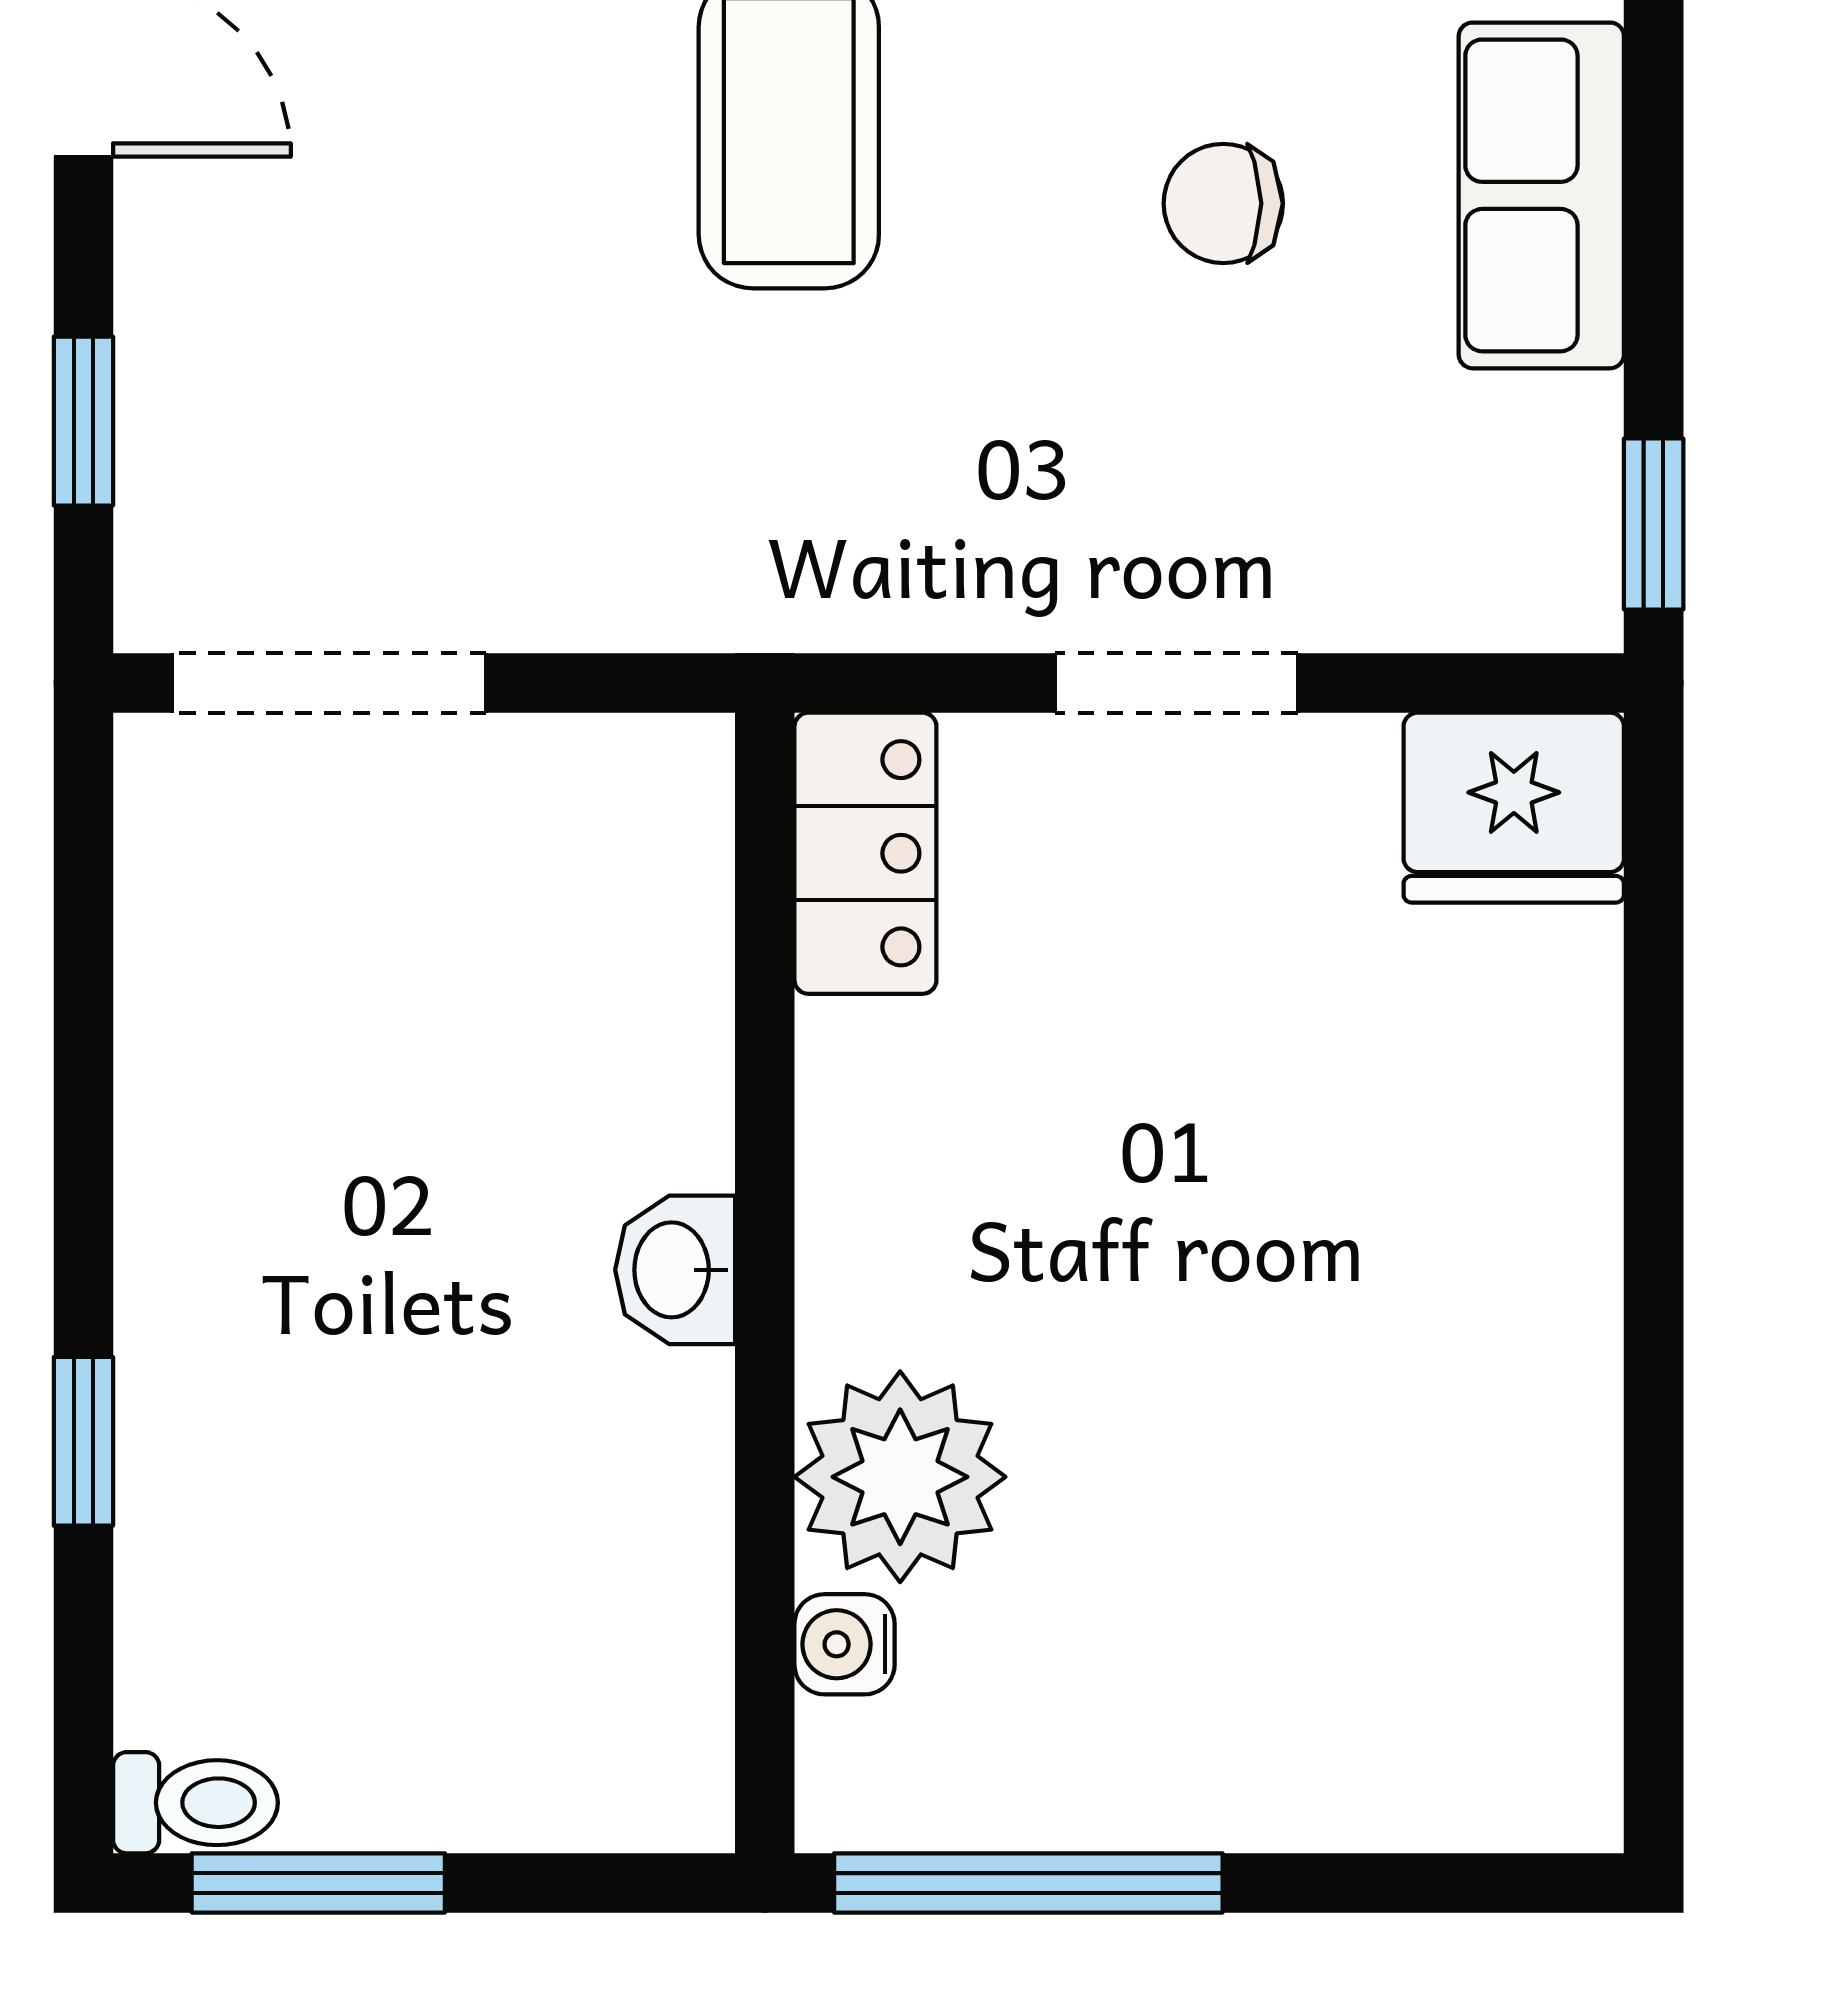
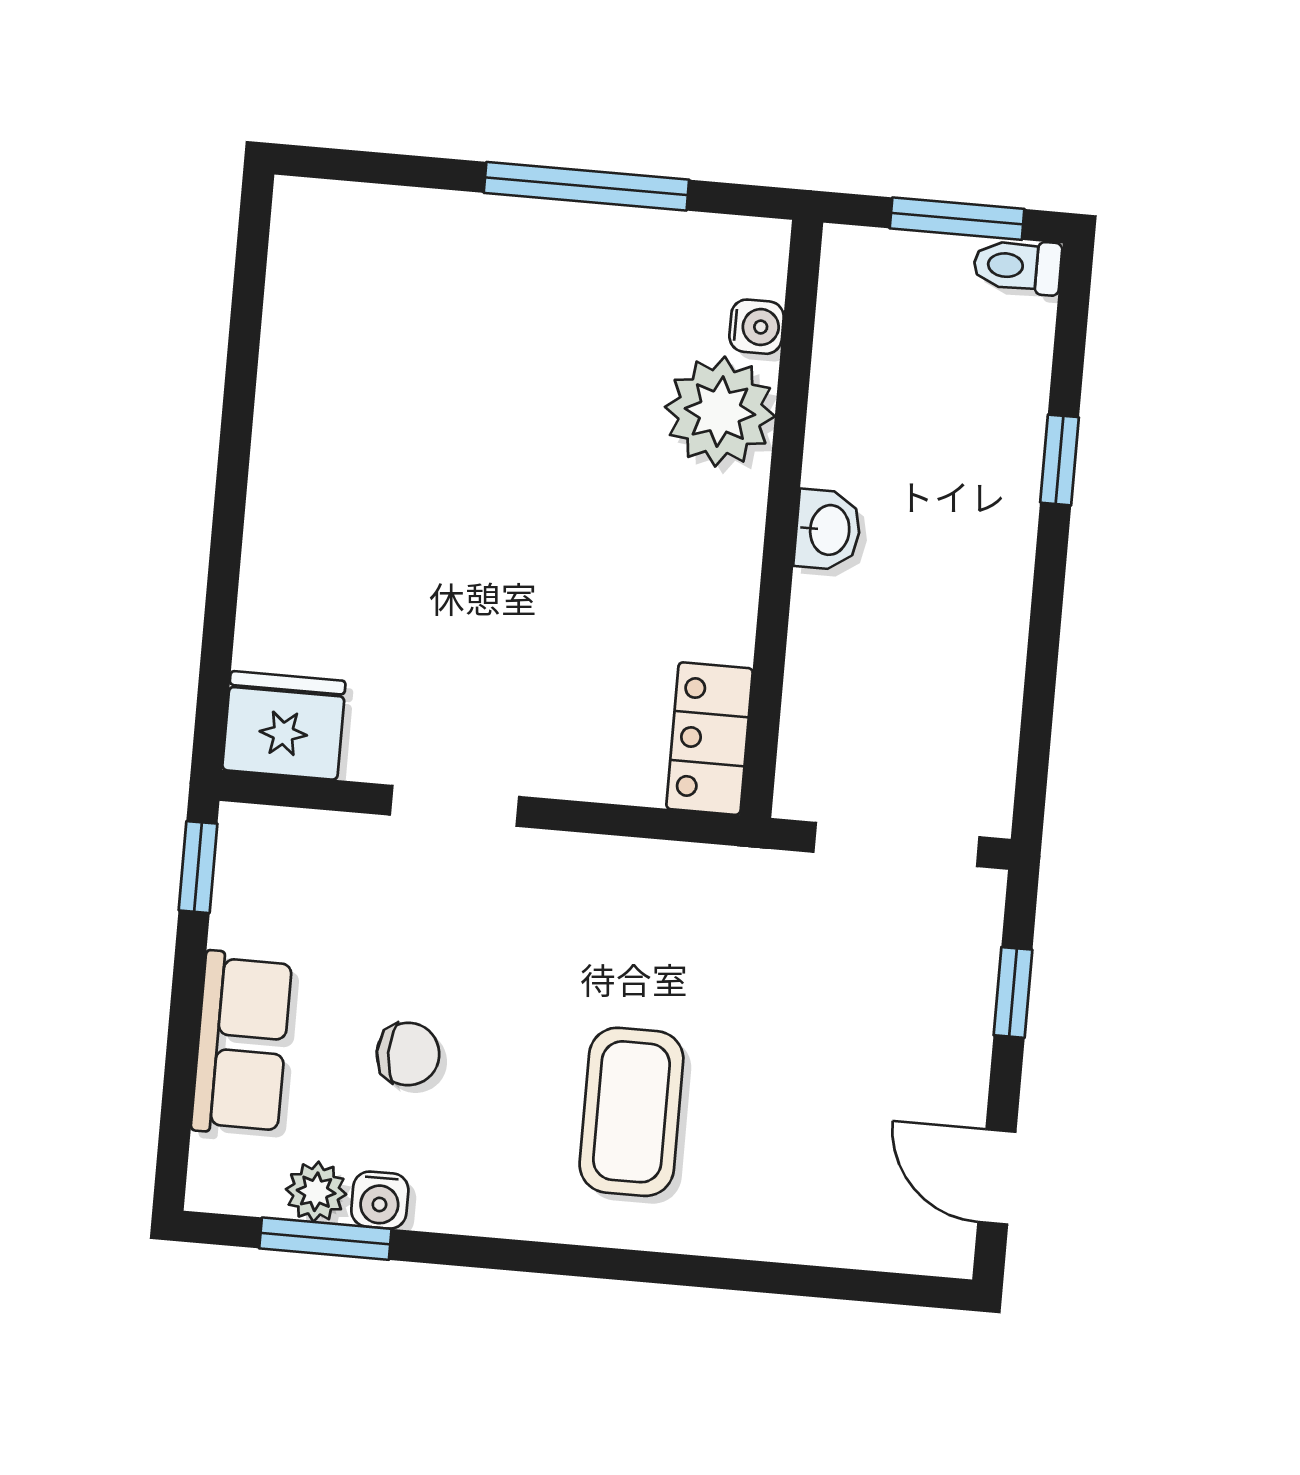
locker: (865, 853) -> (710, 739), moved
washbasin: (675, 1270) -> (828, 530), moved
wall: (765, 1283) -> (782, 519), moved
plant: (900, 1477) -> (720, 412), moved
water cooler: (845, 1644) -> (757, 327), moved

